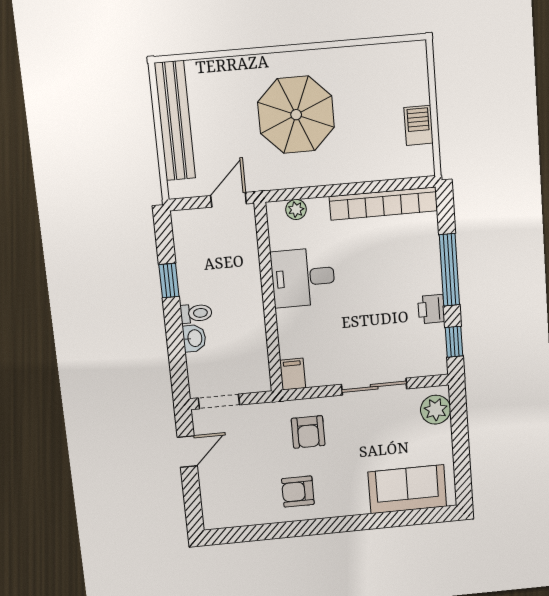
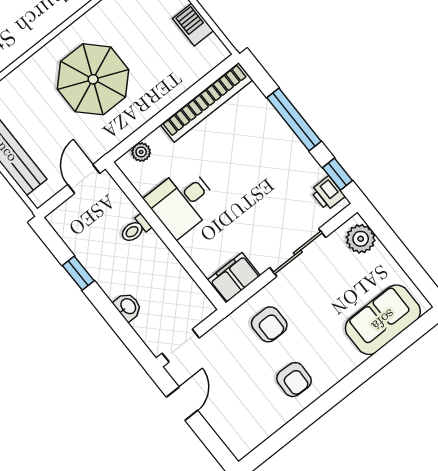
printer: (431, 309) -> (328, 193), moved
toilet: (196, 313) -> (135, 229), moved, turned 180
filing cabinet: (293, 374) -> (234, 278), width x2.00
armchair: (298, 492) -> (294, 380), turned -88

